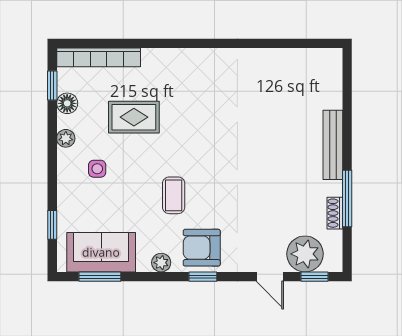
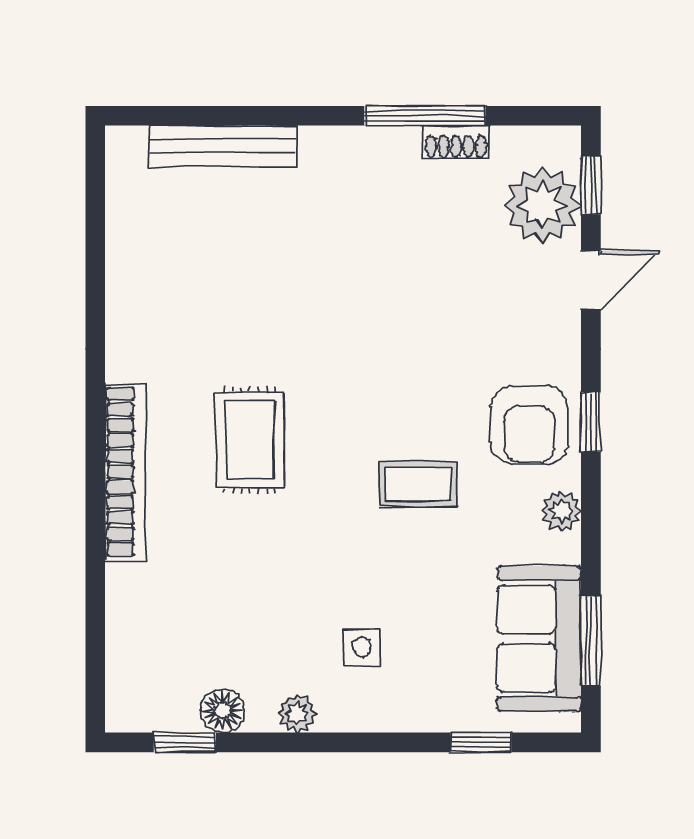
bookcase: (99, 57) -> (125, 472), moved
rug: (134, 117) -> (250, 440), moved
bench: (333, 145) -> (223, 146), moved

